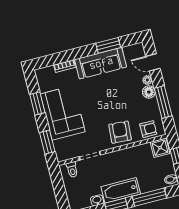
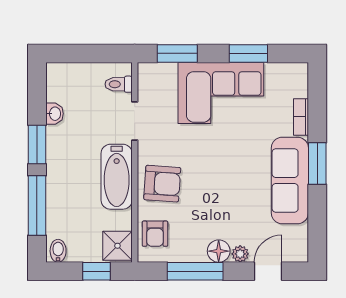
window: (108, 45) -> (317, 164), moved
bathtub: (121, 190) -> (117, 177), moved, turned 180

